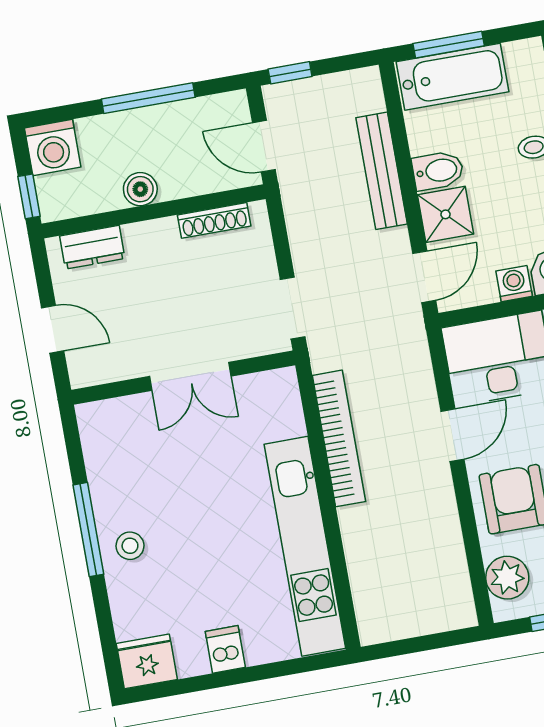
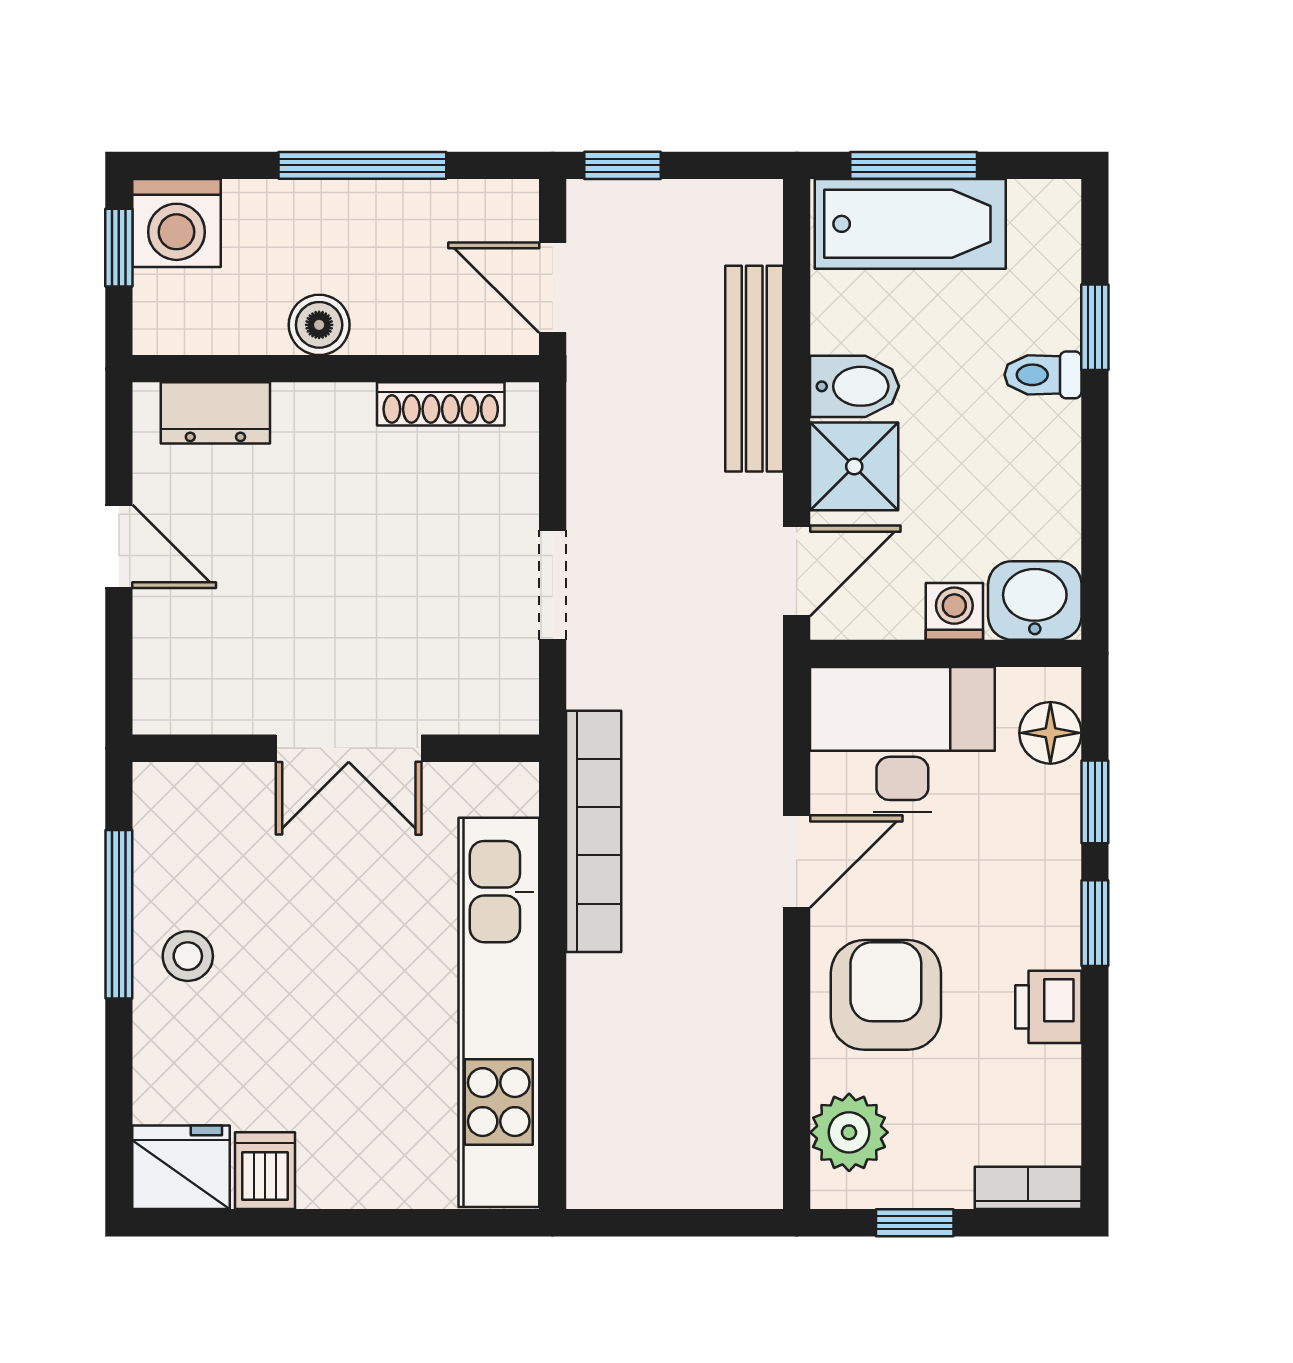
window: (29, 196) -> (119, 248), moved
double door: (190, 376) -> (349, 748), moved
wall: (183, 378) -> (336, 748), moved
dishwasher: (225, 649) -> (265, 1171), moved

